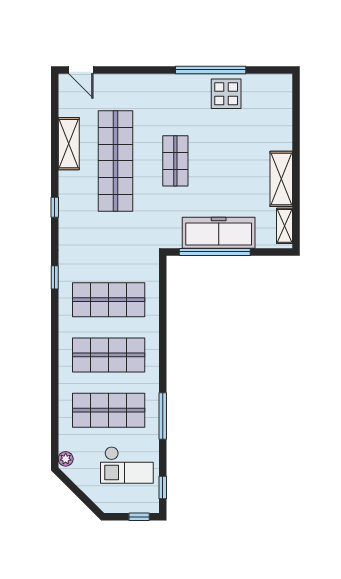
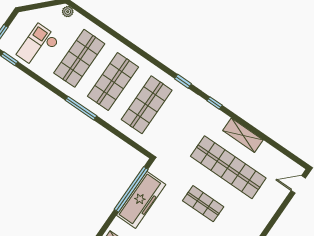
shelving: (69, 144) -> (243, 135), moved
window: (55, 207) -> (215, 103), moved
window: (163, 416) -> (81, 108), moved

